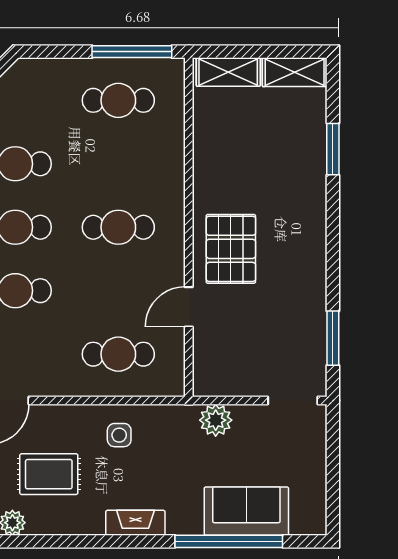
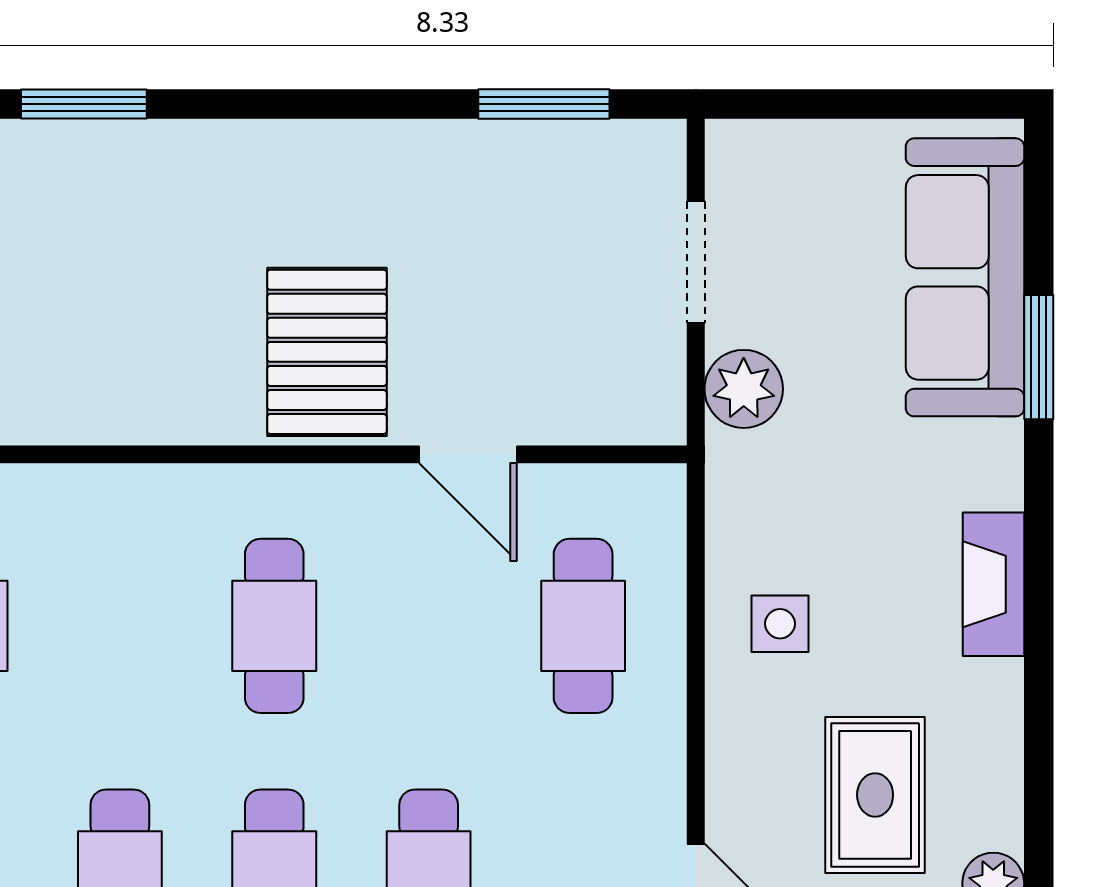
pallet: (231, 249) -> (327, 352), turned 90
doorway: (293, 400) -> (696, 262), moved
sofa: (246, 511) -> (965, 277), width x1.36
window: (229, 541) -> (1039, 357), width x0.47

